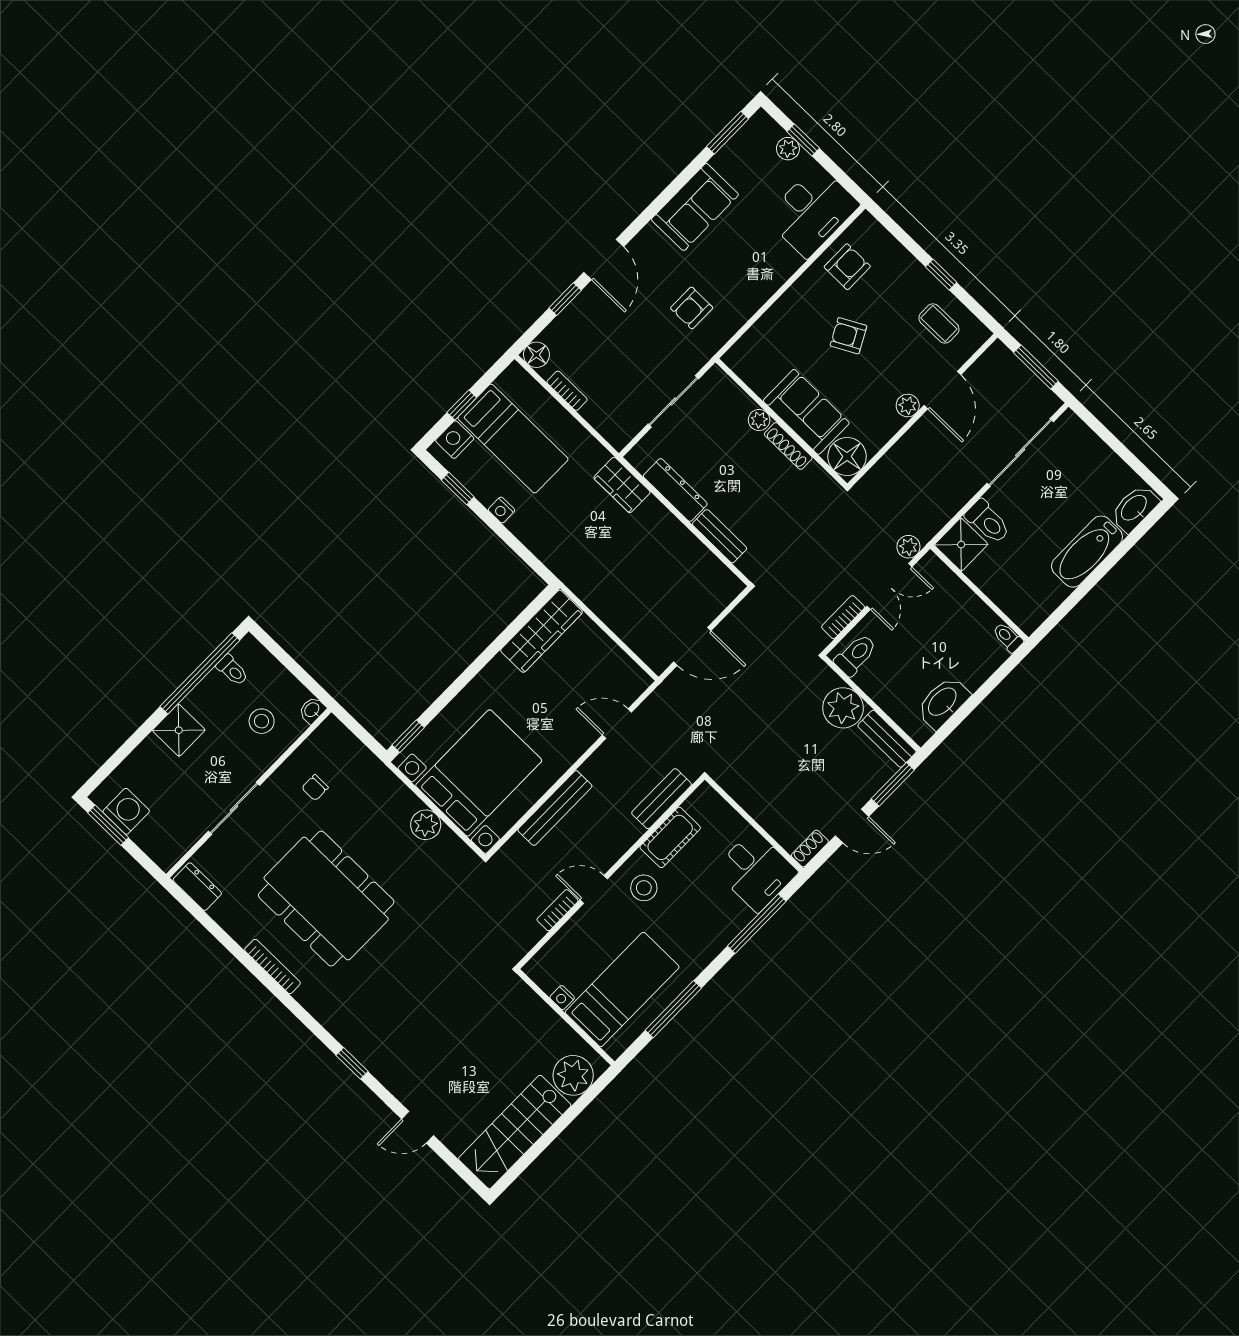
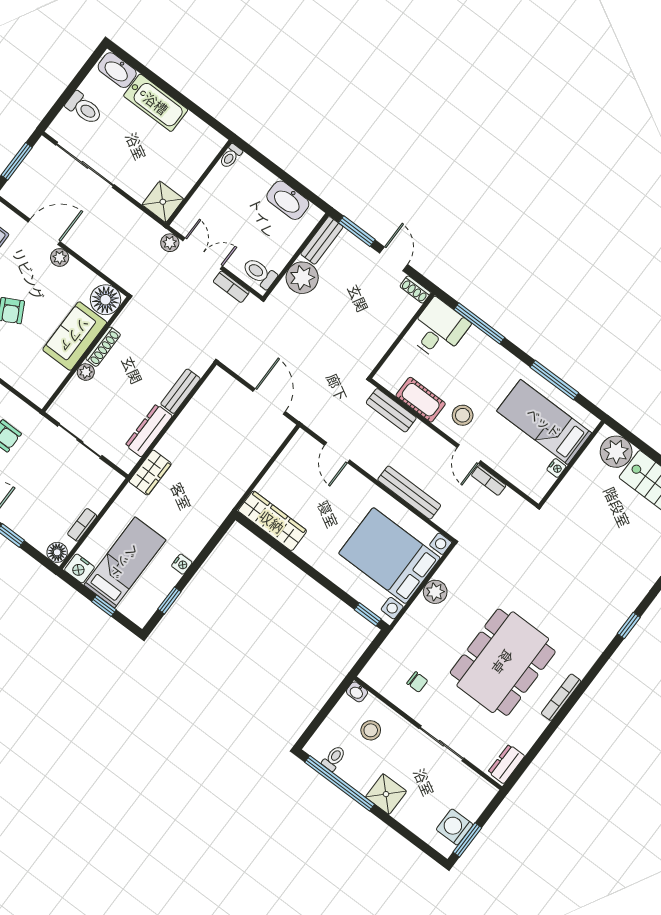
nightstand: (455, 440) -> (79, 569), moved
toilet: (988, 522) -> (84, 108), moved, turned 90

